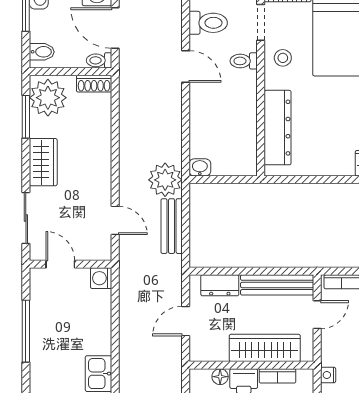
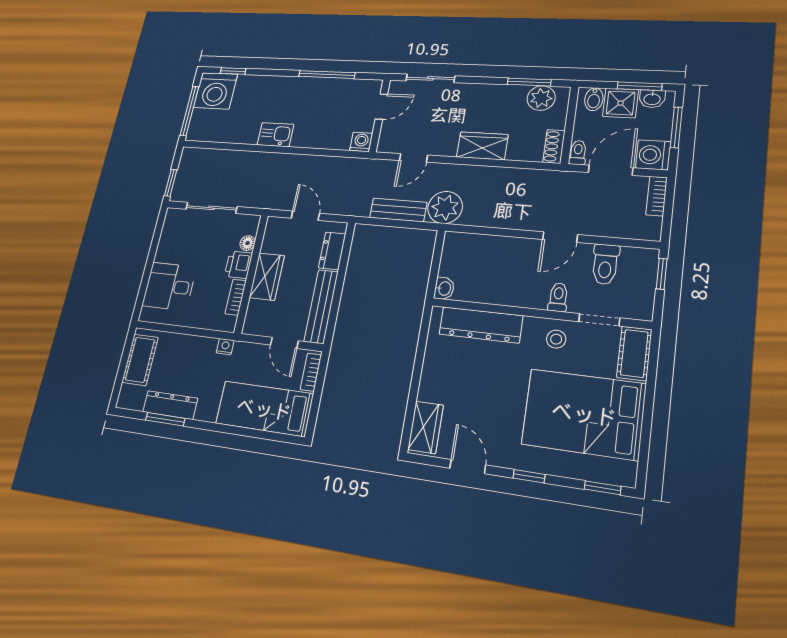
shower: (45, 26) -> (621, 103), added
plant: (48, 98) -> (541, 98), width x0.73, depth x0.73
wardrobe: (43, 162) -> (482, 146), moved, turned 180
washbasin: (200, 167) -> (444, 288), moved
wardrobe: (265, 348) -> (267, 277), width x0.67

